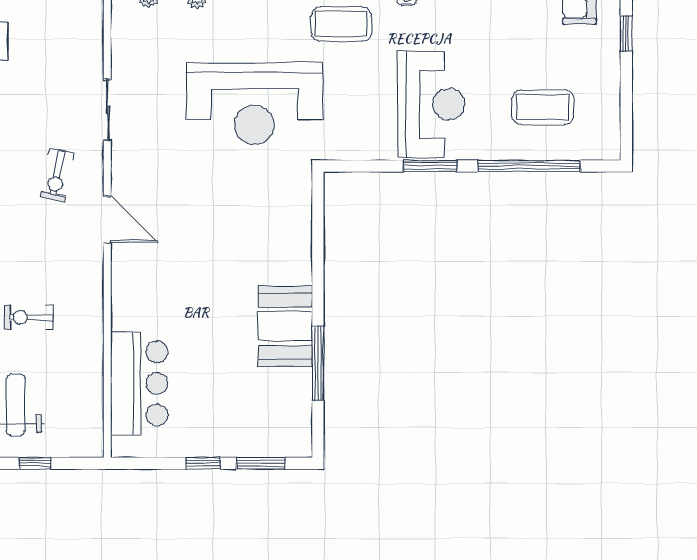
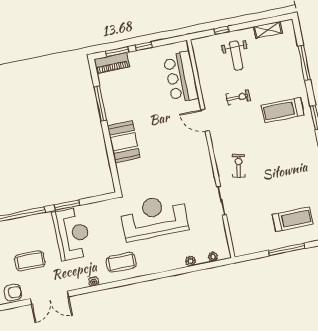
reception desk: (431, 104) -> (72, 234), turned 180
coffee table: (543, 107) -> (30, 261), moved
door: (107, 220) -> (205, 120), moved
booth: (285, 326) -> (124, 142), moved
piano: (277, 442) -> (112, 63), added

